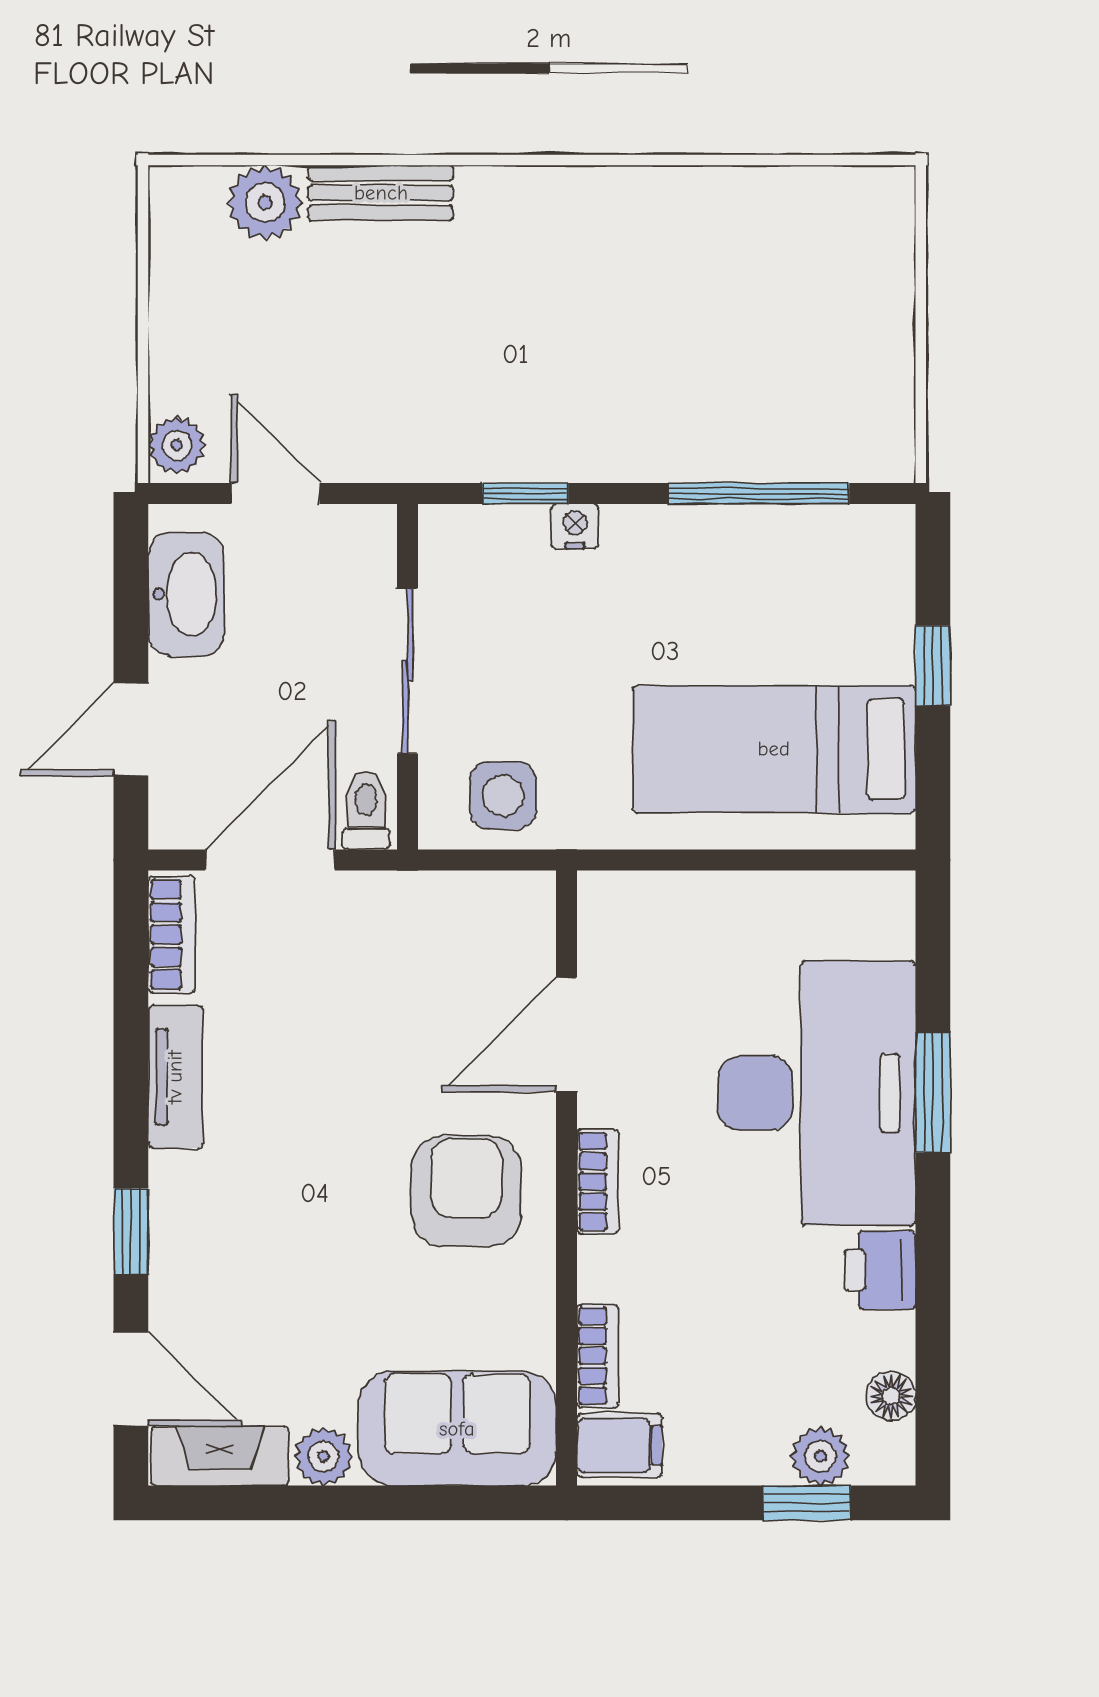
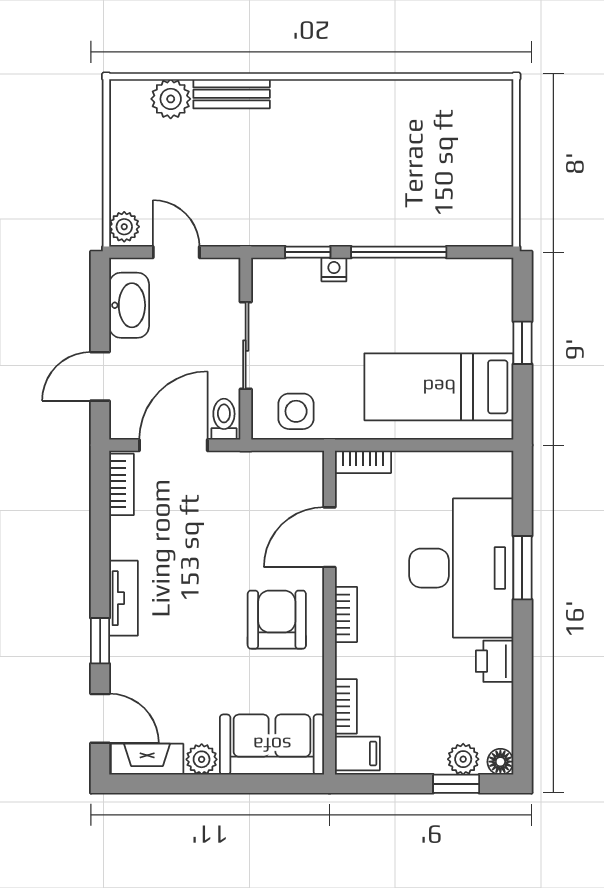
window: (759, 494) -> (399, 252), moved
bookcase: (630, 892) -> (363, 462), added
tv unit: (175, 1077) -> (124, 598), moved
floor lamp: (891, 1396) -> (500, 762), moved

